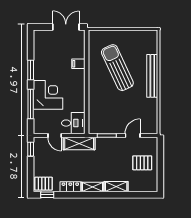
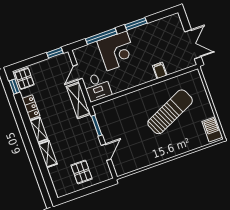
barbecue: (146, 36) -> (212, 129), added
bench: (152, 76) -> (174, 151), removed
door: (133, 135) -> (106, 152), hinge flipped

